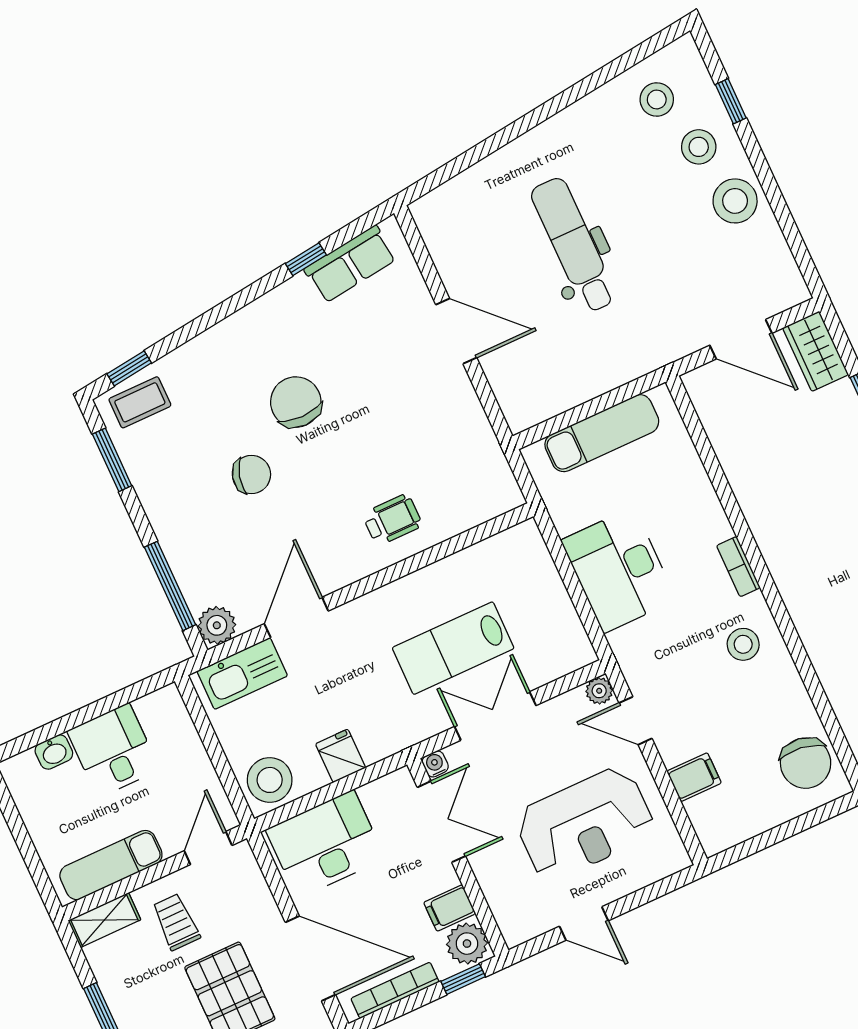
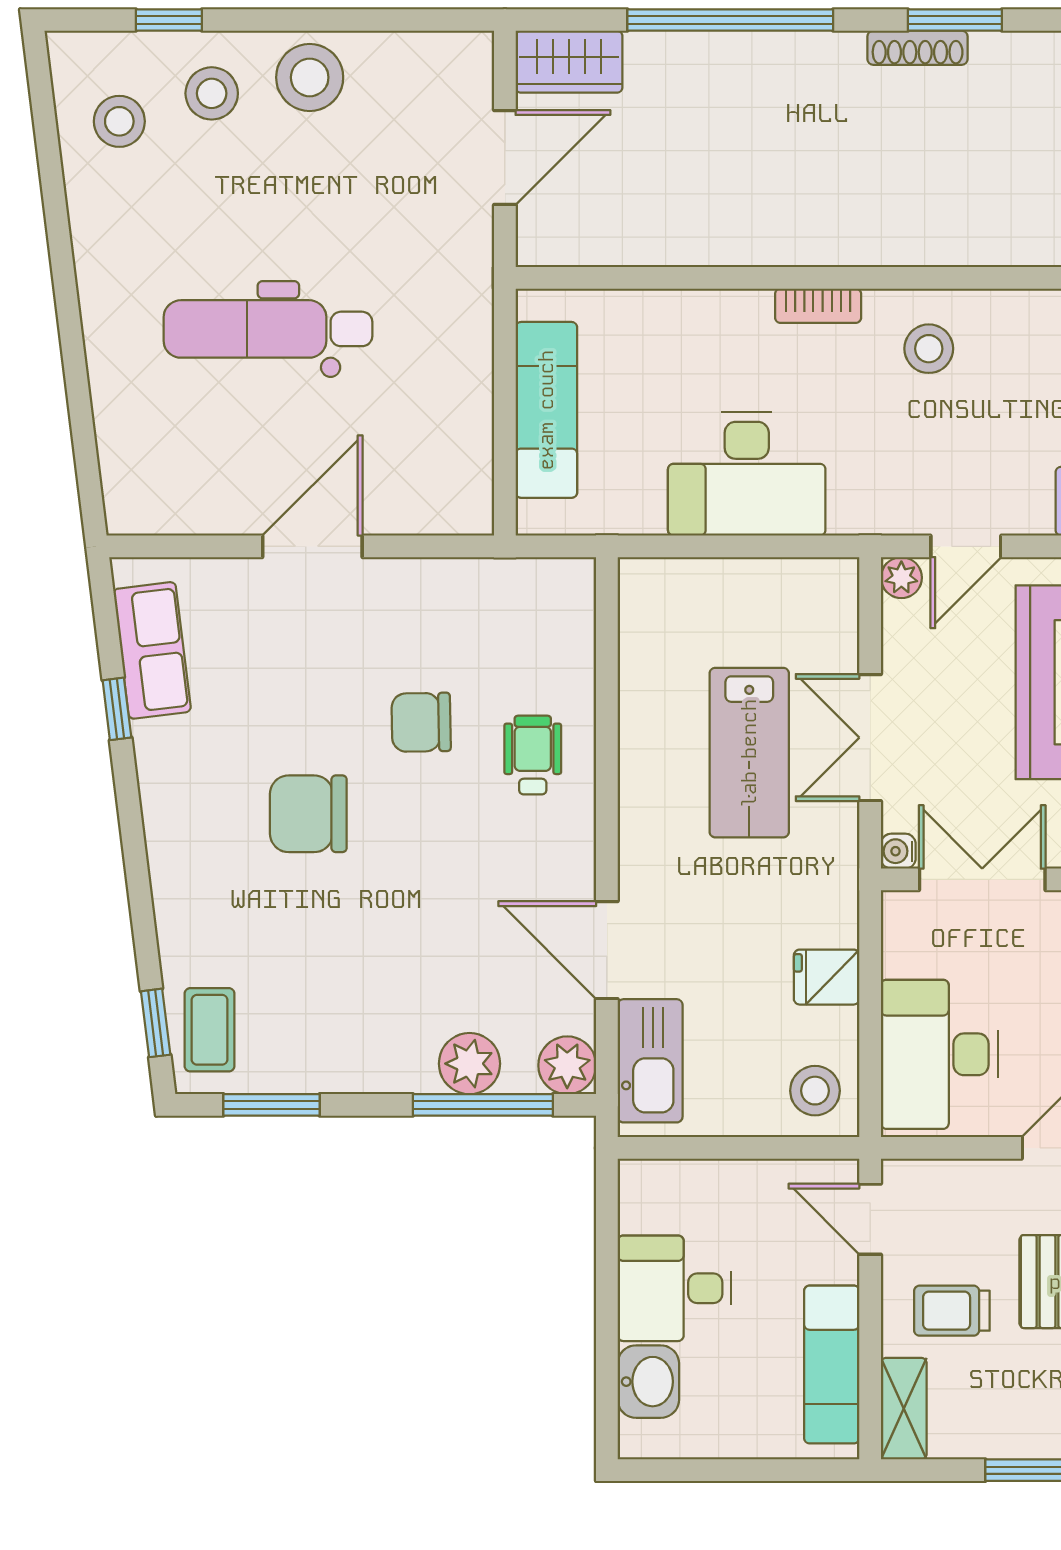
chair: (251, 474) -> (421, 722), moved, turned -106
plant: (191, 567) -> (469, 1064), added
washbasin: (54, 752) -> (648, 1382), width x1.38, depth x1.45
stool: (270, 780) -> (815, 1091), width x0.73, depth x0.73

